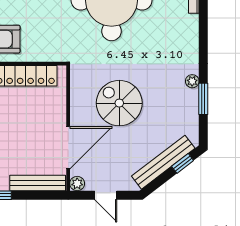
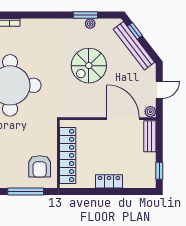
plant: (192, 81) -> (90, 24), moved
spiral stairs: (119, 103) -> (89, 66), moved
bench: (38, 183) -> (150, 136), width x0.73

